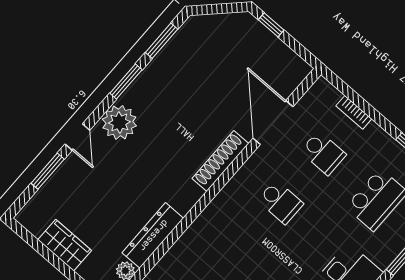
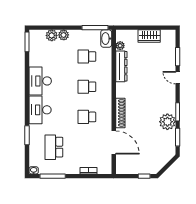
plant: (119, 122) -> (167, 122), moved
school desk: (323, 153) -> (87, 87), moved

